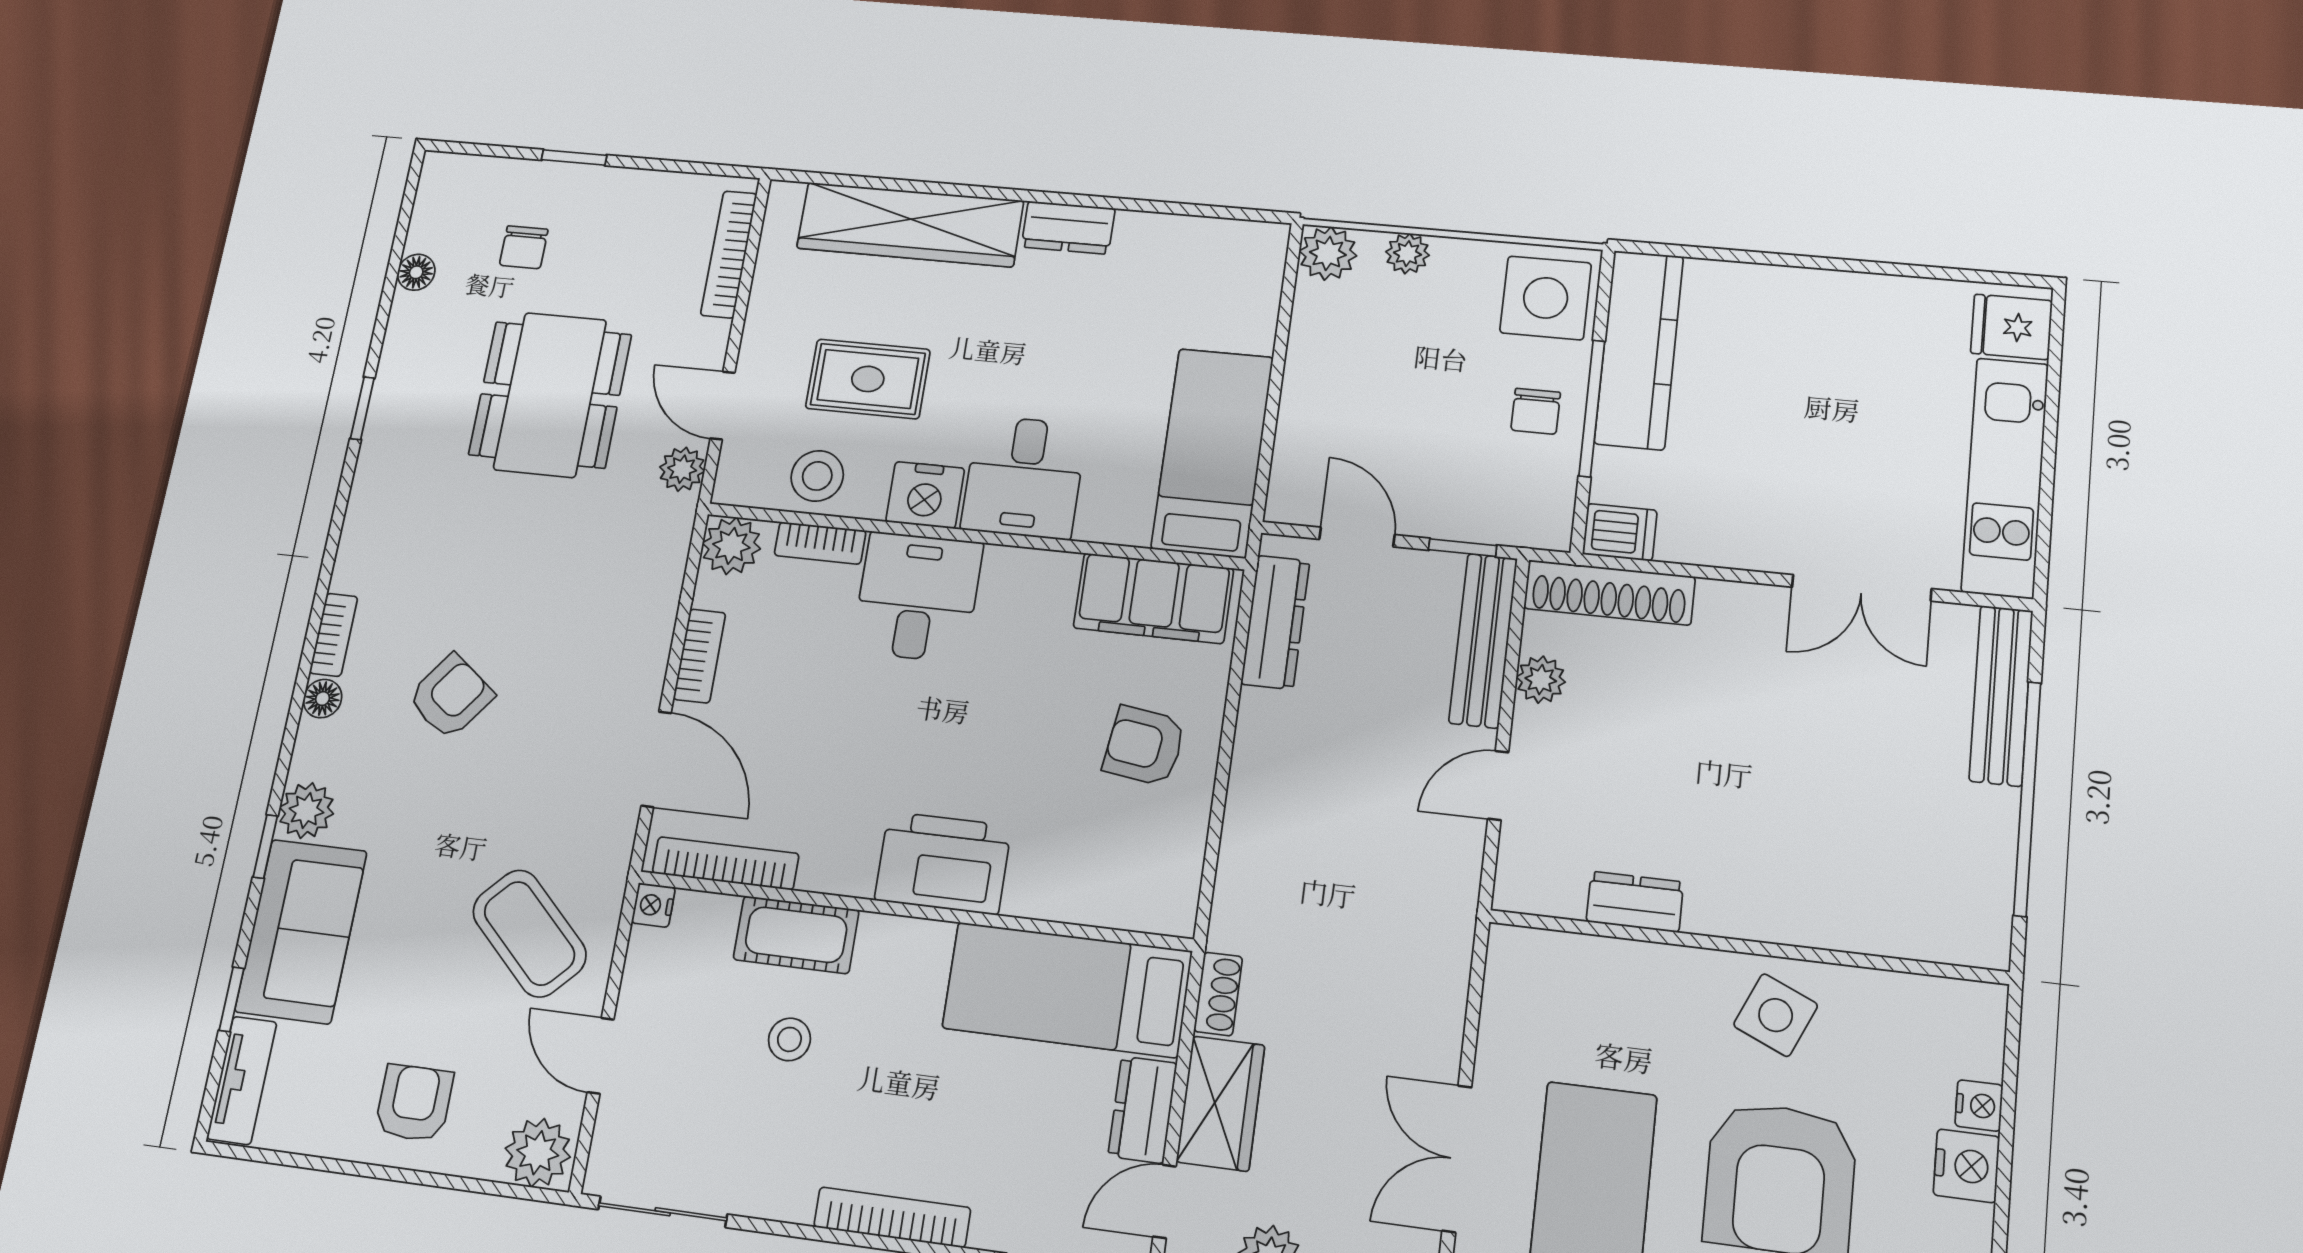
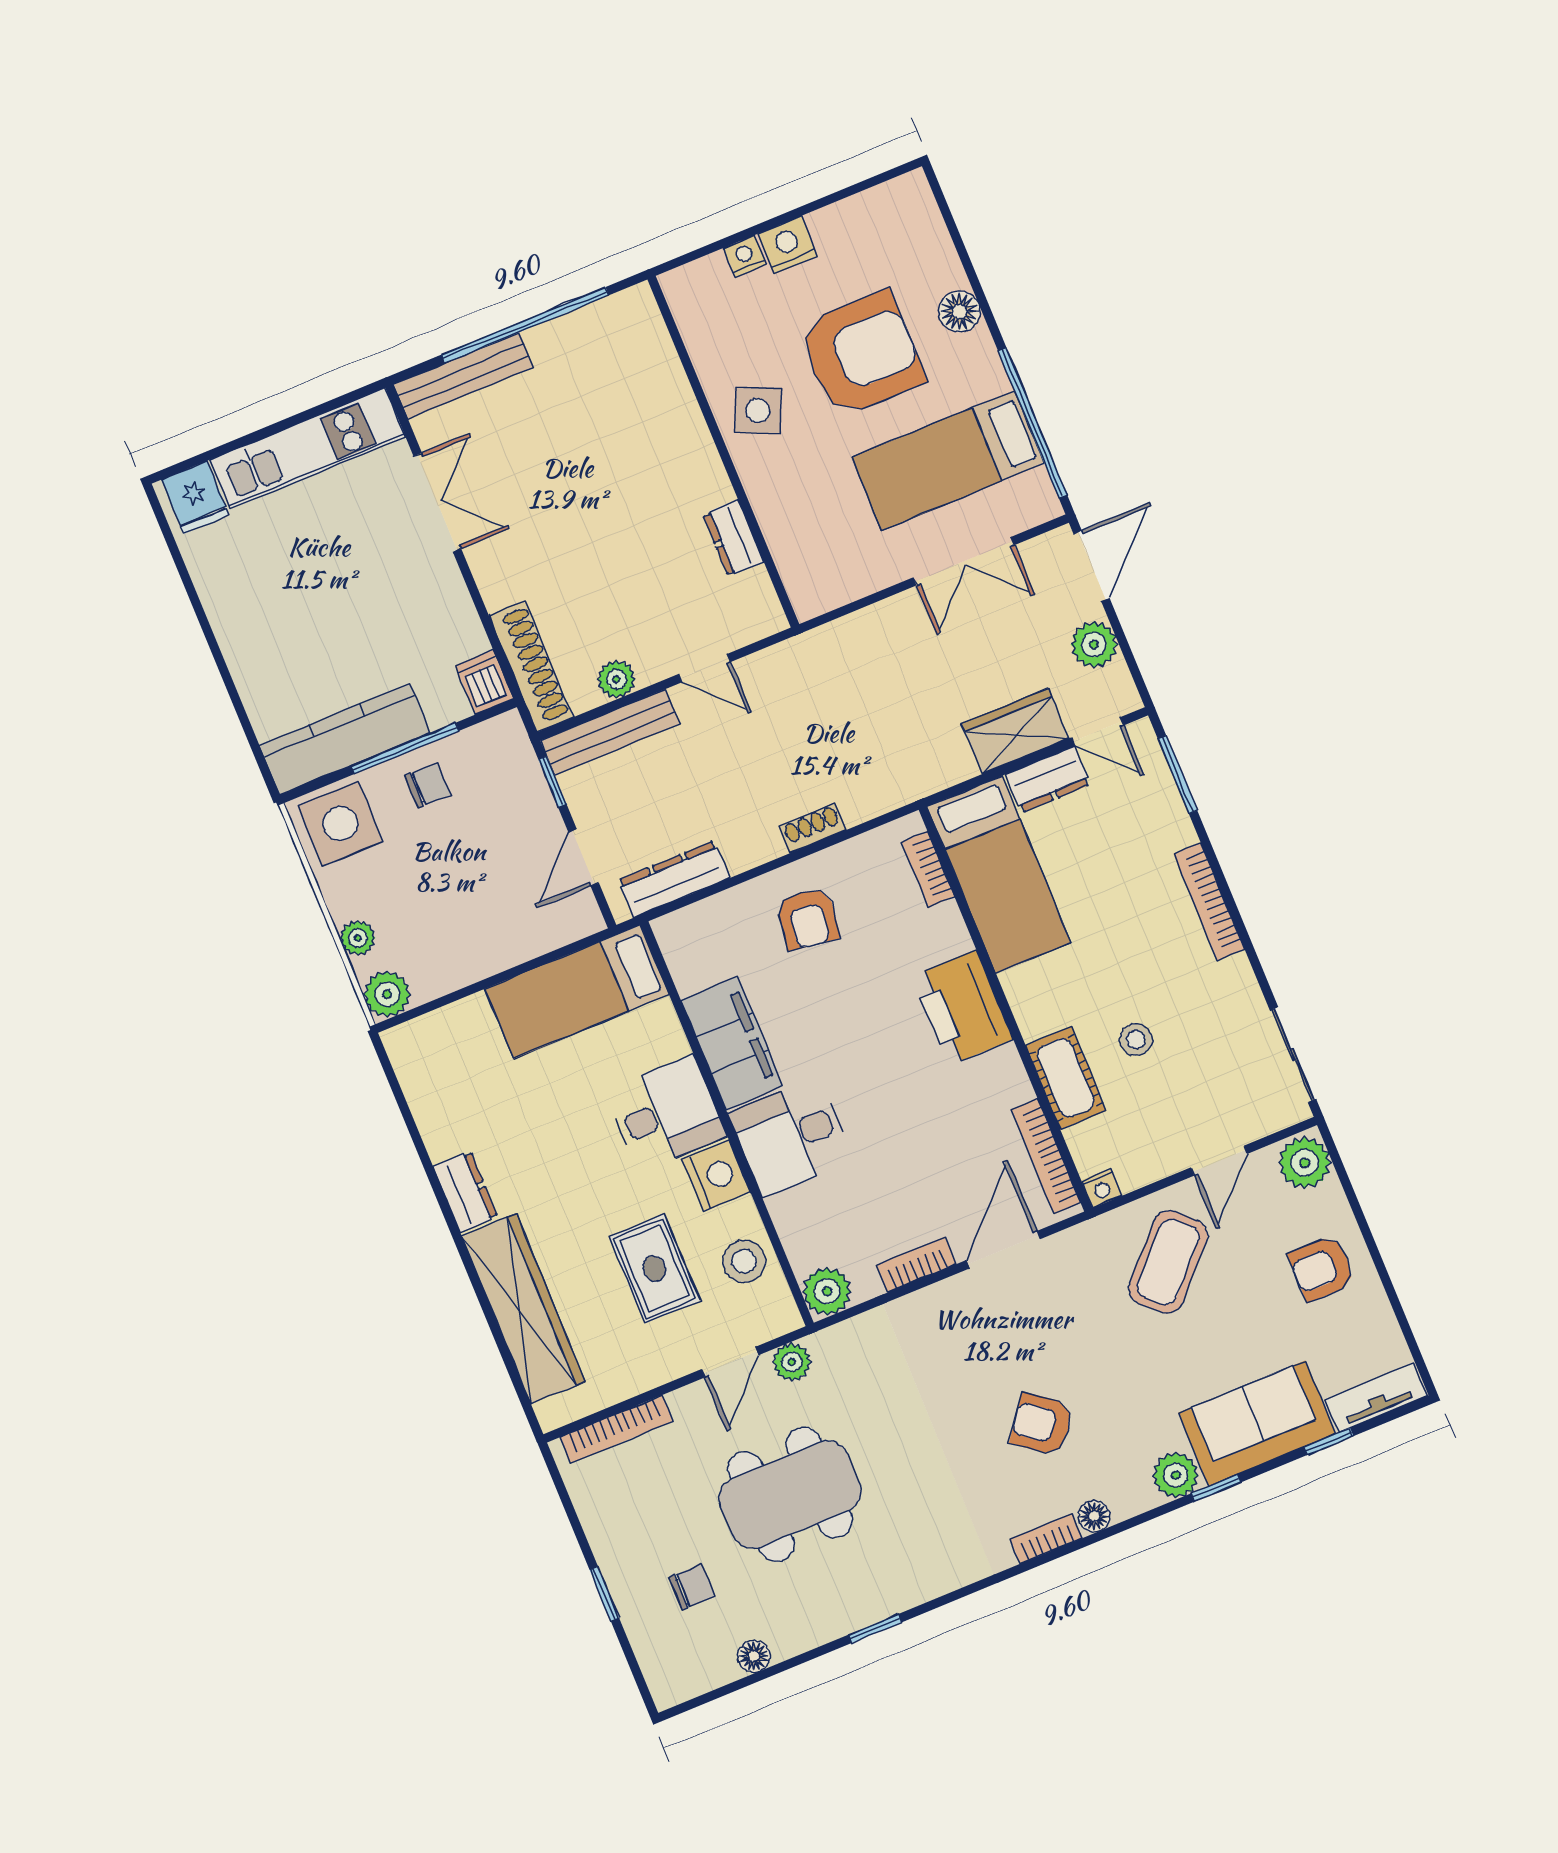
bookcase: (820, 543) -> (928, 869), moved, turned 180
filing cabinet: (1153, 598) -> (732, 1043), moved
shoe rack: (1218, 994) -> (813, 828), moved

